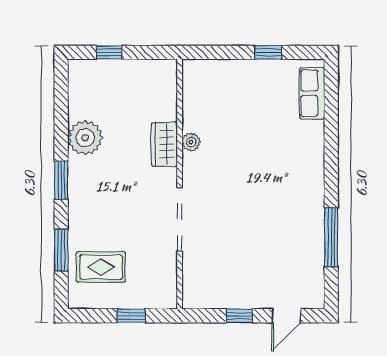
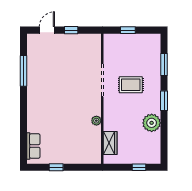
wardrobe: (165, 144) -> (110, 143), moved
rug: (101, 267) -> (131, 85), moved

